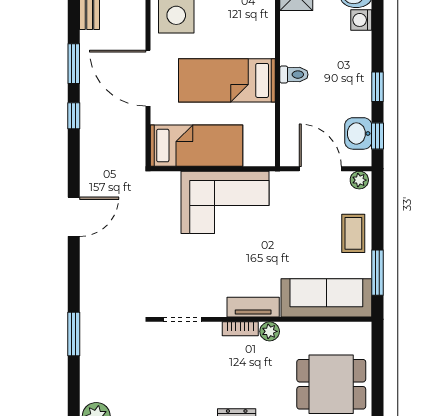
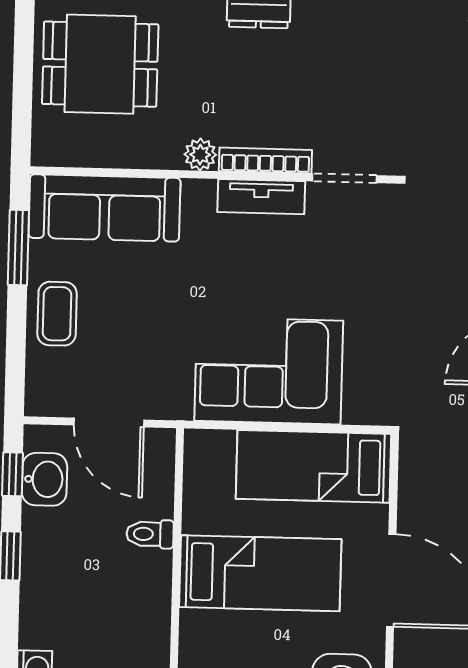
toilet: (294, 75) -> (150, 534), moved
plant: (359, 180) -> (45, 402), removed
tv unit: (253, 307) -> (261, 197), moved
bookcase: (240, 329) -> (265, 160), width x1.56

